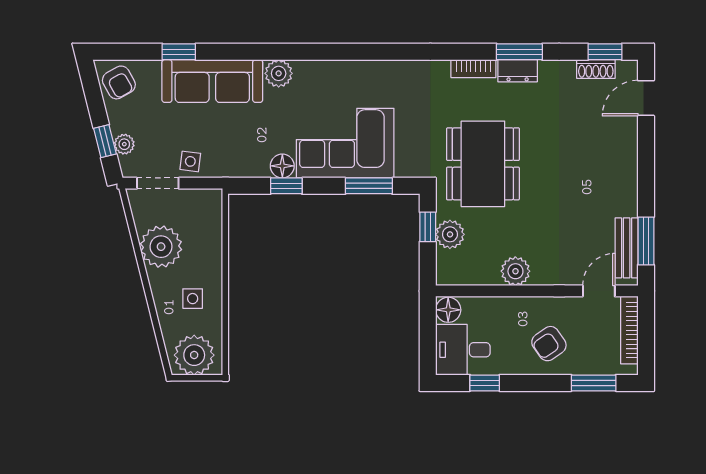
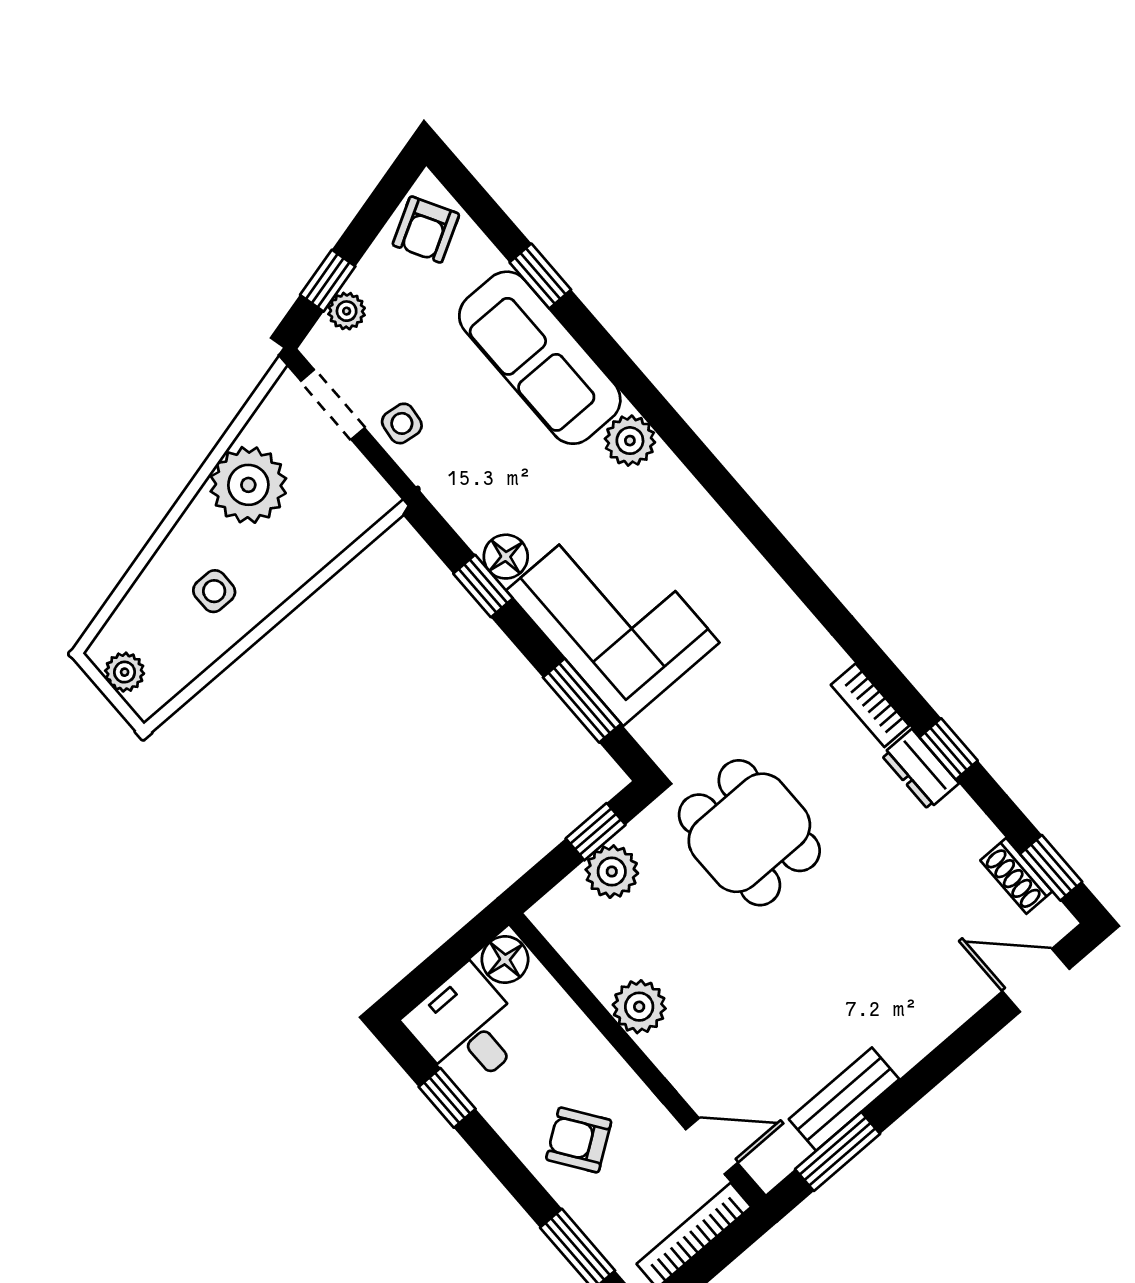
window: (519, 52) -> (949, 749), width x0.67
dining table: (483, 164) -> (749, 833), width x0.73
bench: (627, 248) -> (844, 1099), moved
plant: (194, 355) -> (125, 672), width x0.53, depth x0.53

